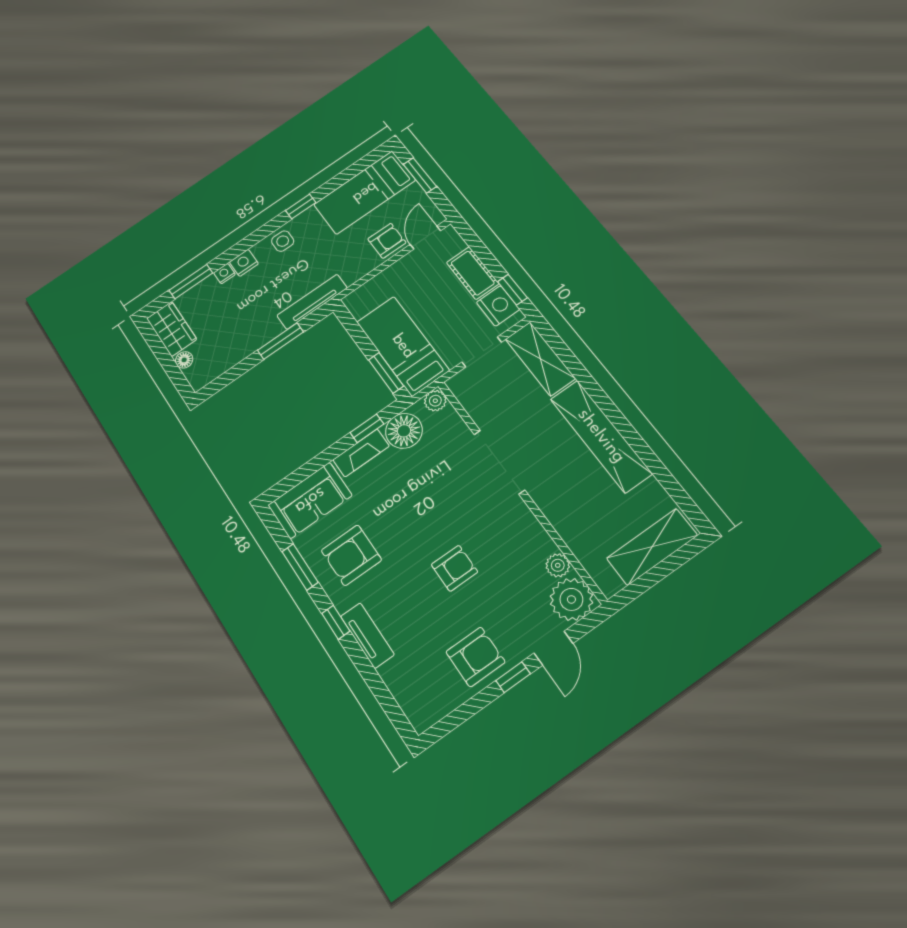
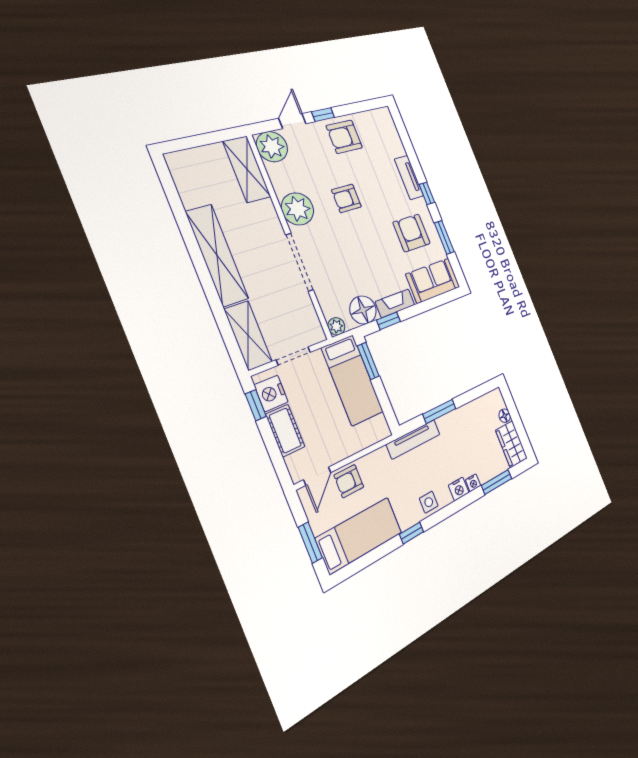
shelving: (652, 547) -> (247, 169), moved, turned 90
armchair: (351, 555) -> (412, 233), turned -90
plant: (558, 565) -> (298, 209), moved, width x1.88, depth x1.88

